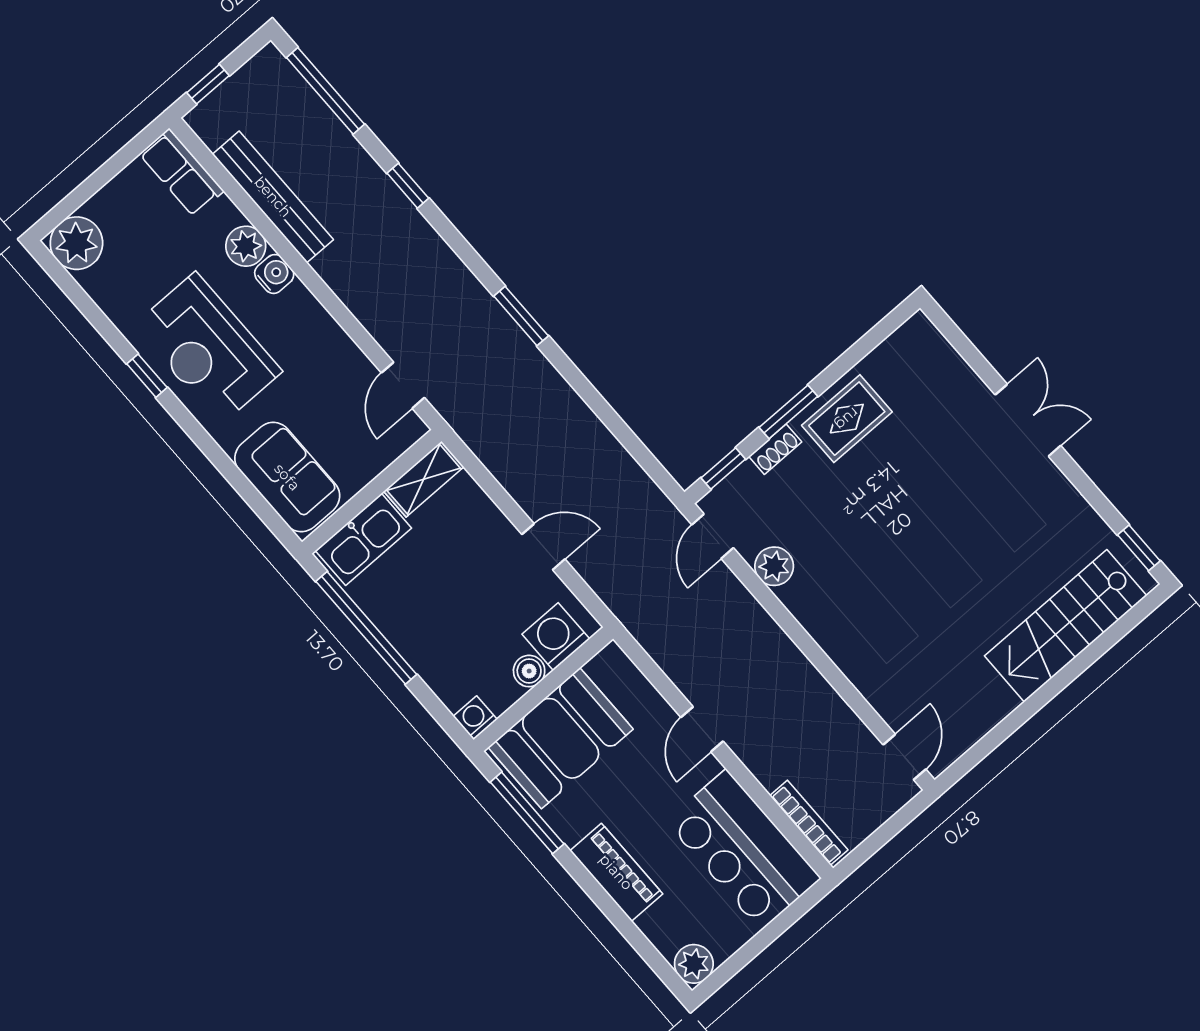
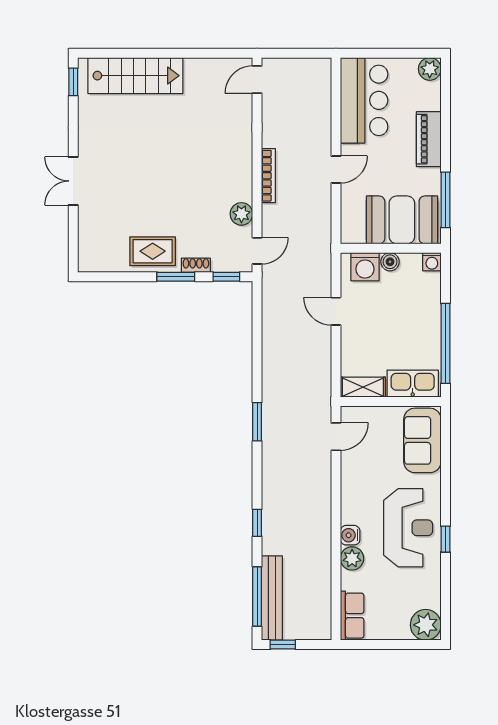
window: (208, 84) -> (283, 645), moved
bench: (273, 197) -> (272, 598), moved
bookcase: (809, 823) -> (268, 176), moved, turned 180

